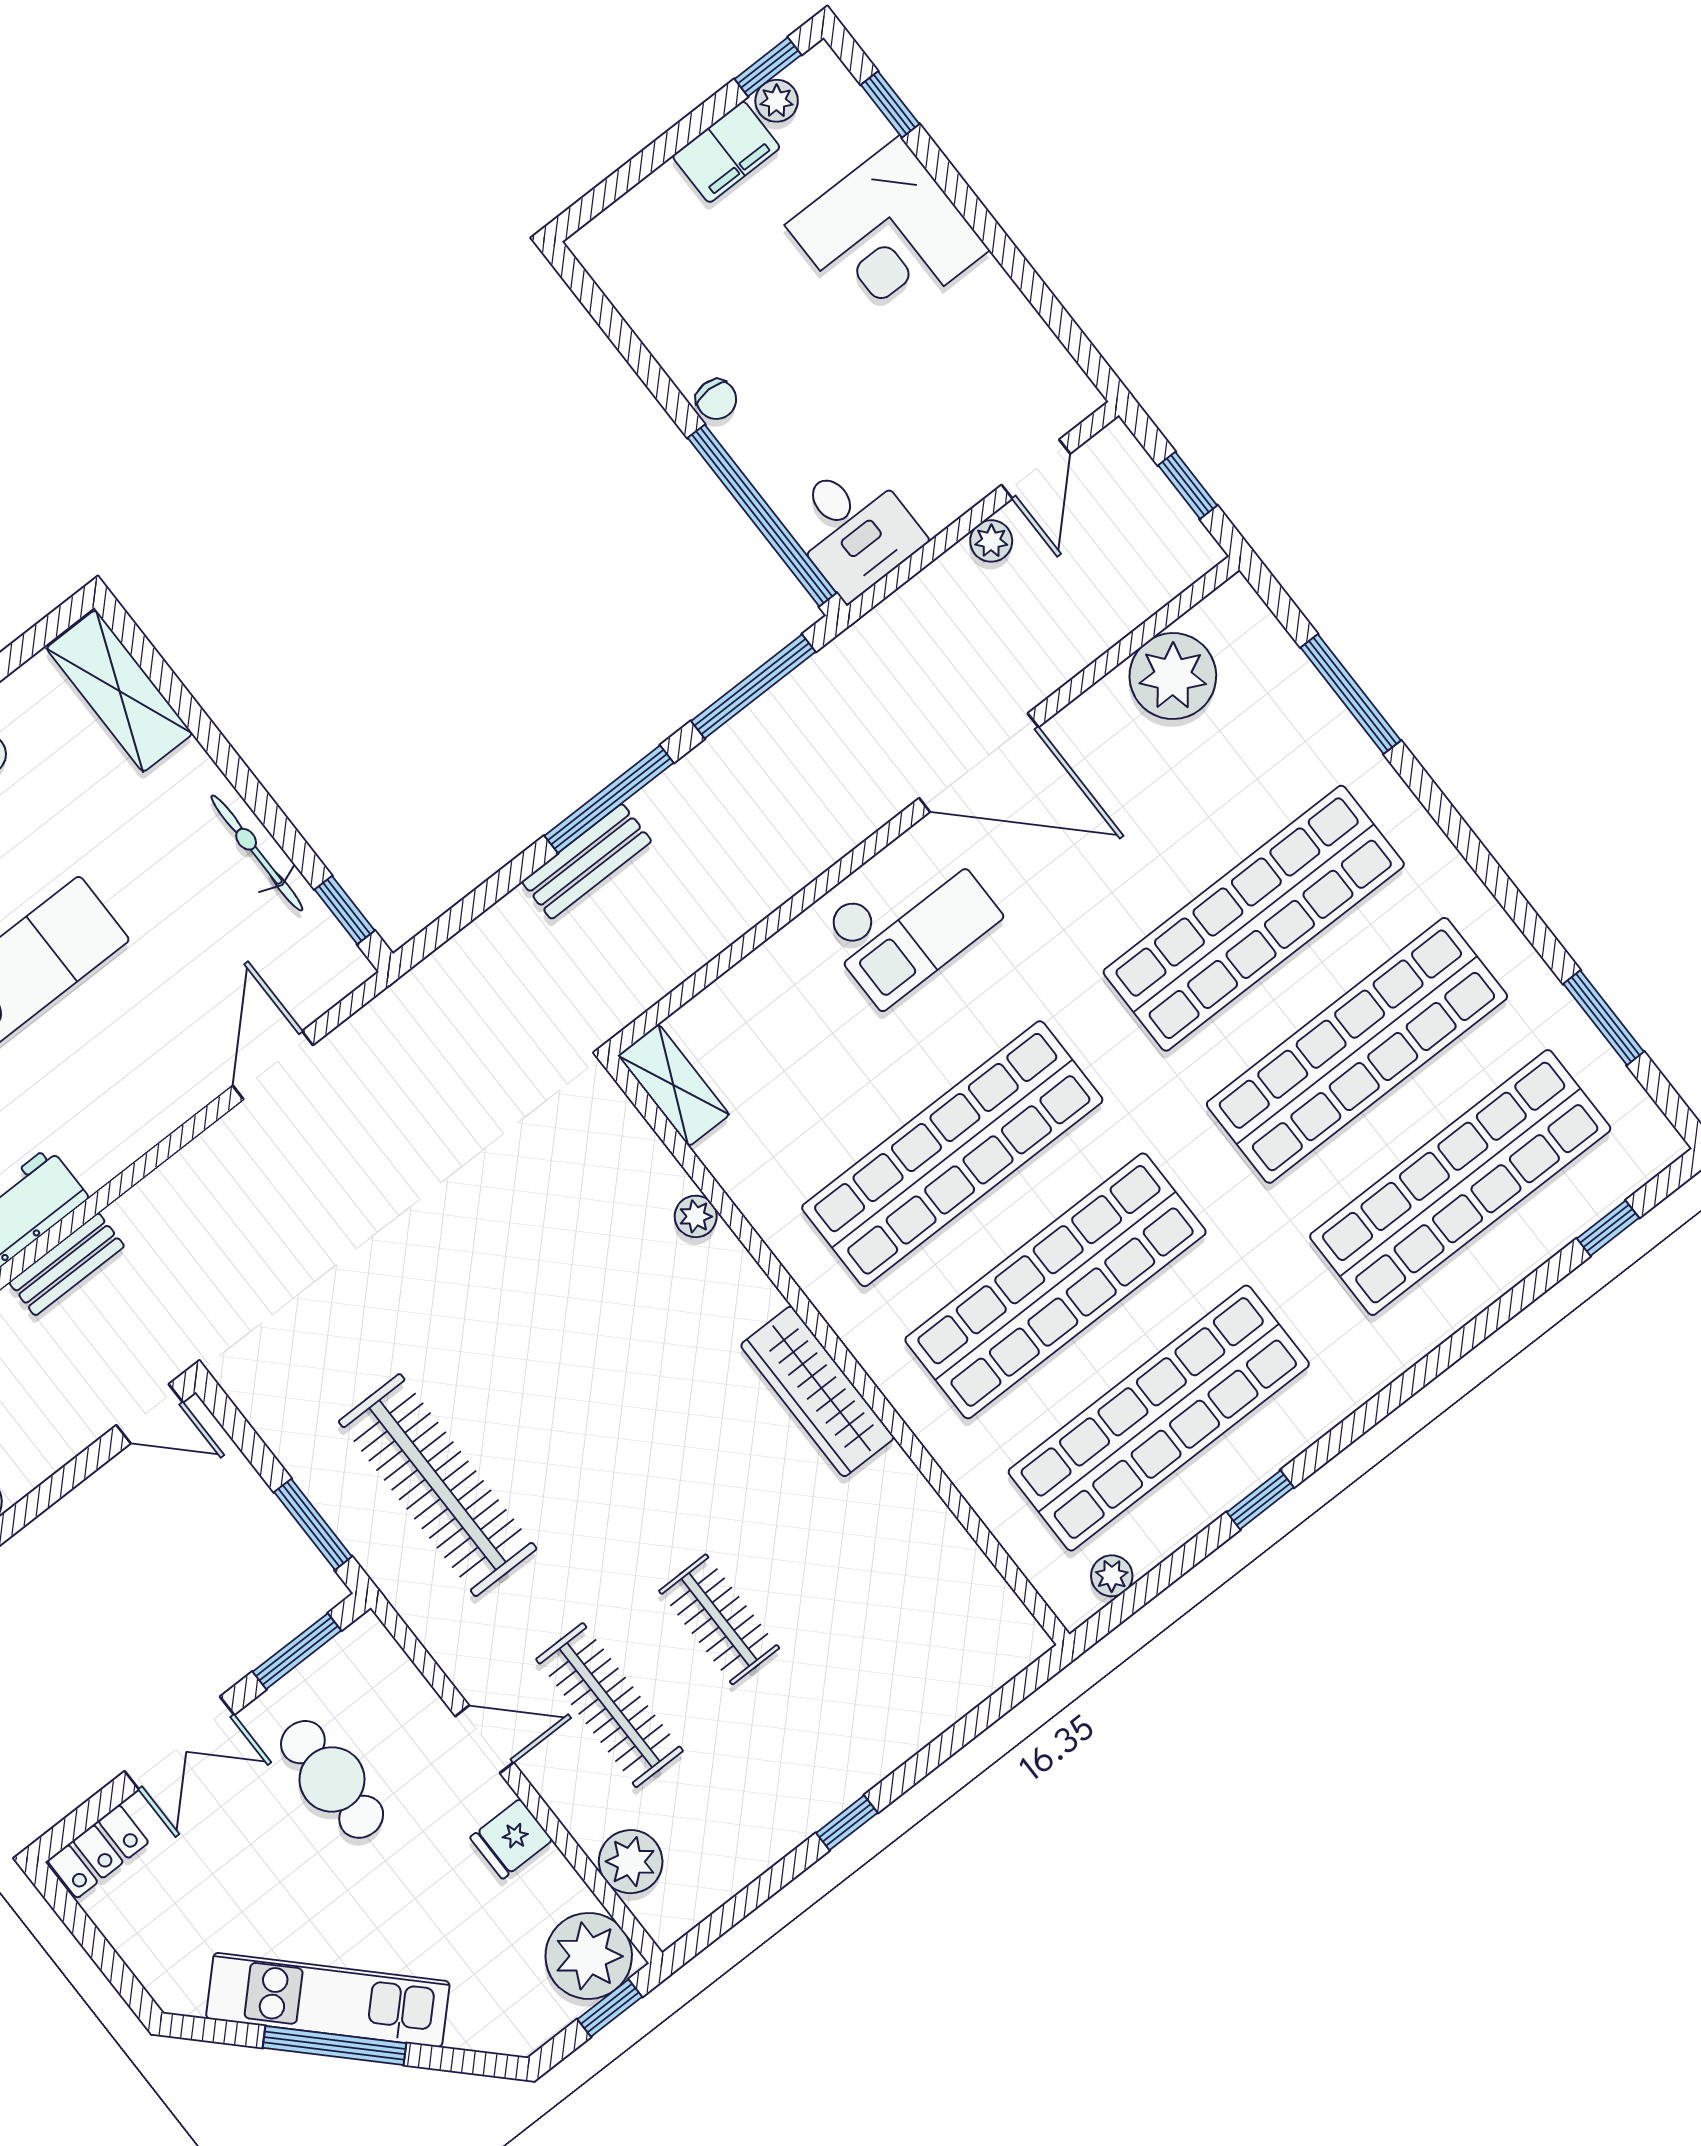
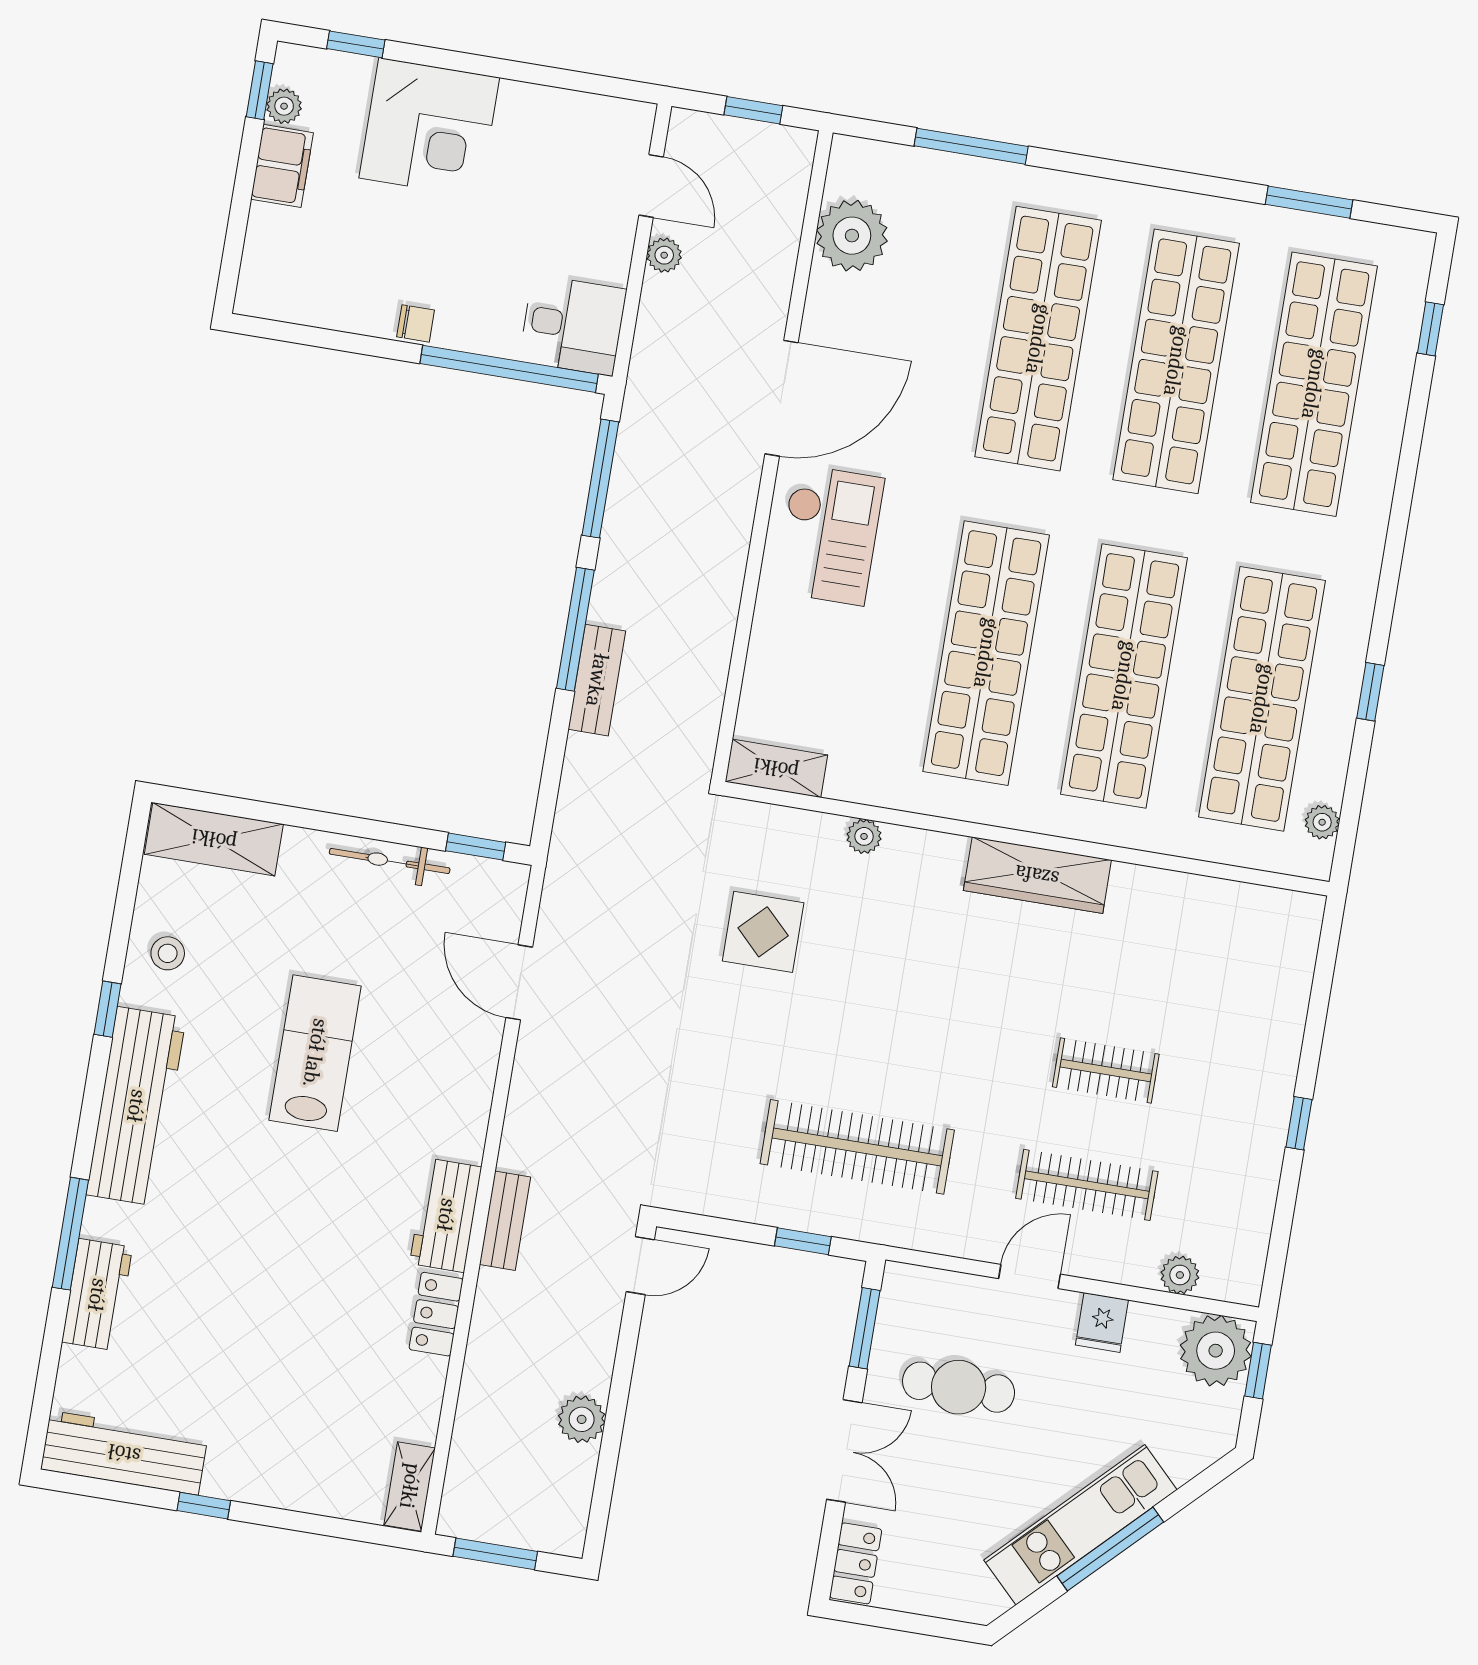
display table: (529, 1219) -> (763, 932), added
window: (313, 1524) -> (803, 1241), width x0.67
plant: (631, 1862) -> (1180, 1275), width x0.73, depth x0.73

